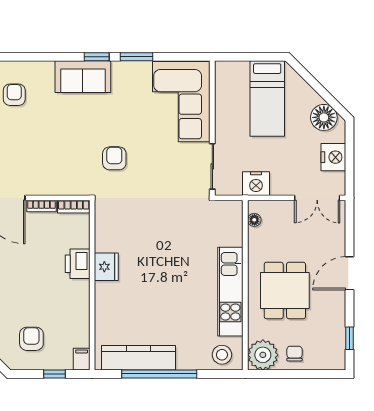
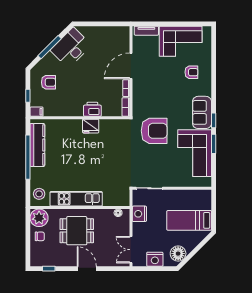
corner sofa: (181, 102) -> (195, 153), moved, turned -90
armchair: (114, 158) -> (154, 131), width x1.88, depth x1.88

